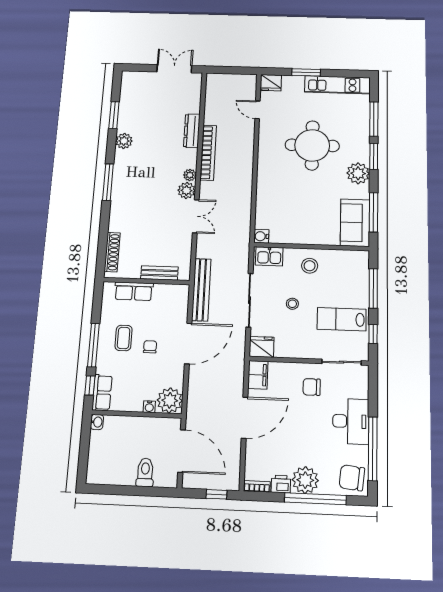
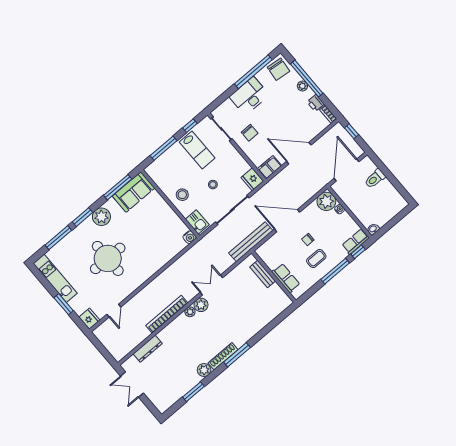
dresser: (192, 131) -> (148, 349), moved
shoe rack: (112, 252) -> (223, 356), moved
plant: (305, 480) -> (302, 86), width x0.53, depth x0.53

